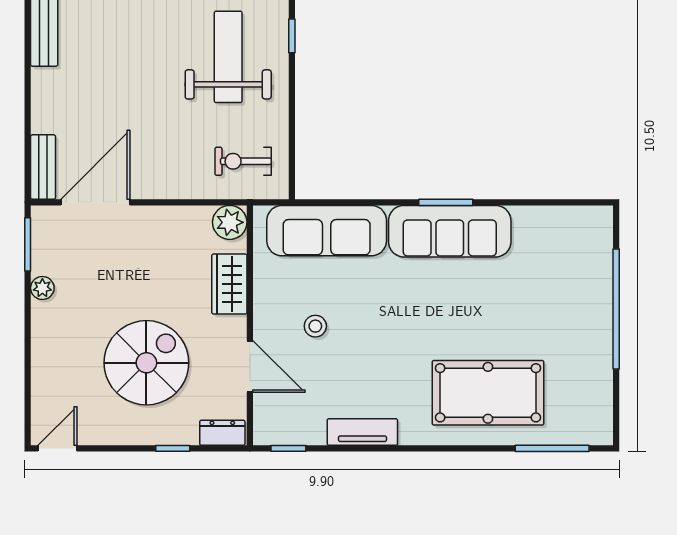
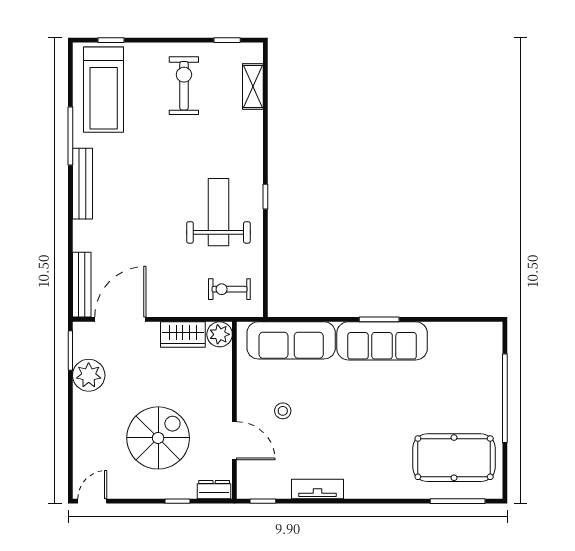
bench: (43, 167) -> (82, 285), width x1.36
wardrobe: (229, 284) -> (183, 335), moved, turned -90
plant: (42, 288) -> (89, 375), width x1.88, depth x1.88
pool table: (488, 393) -> (454, 458), moved

